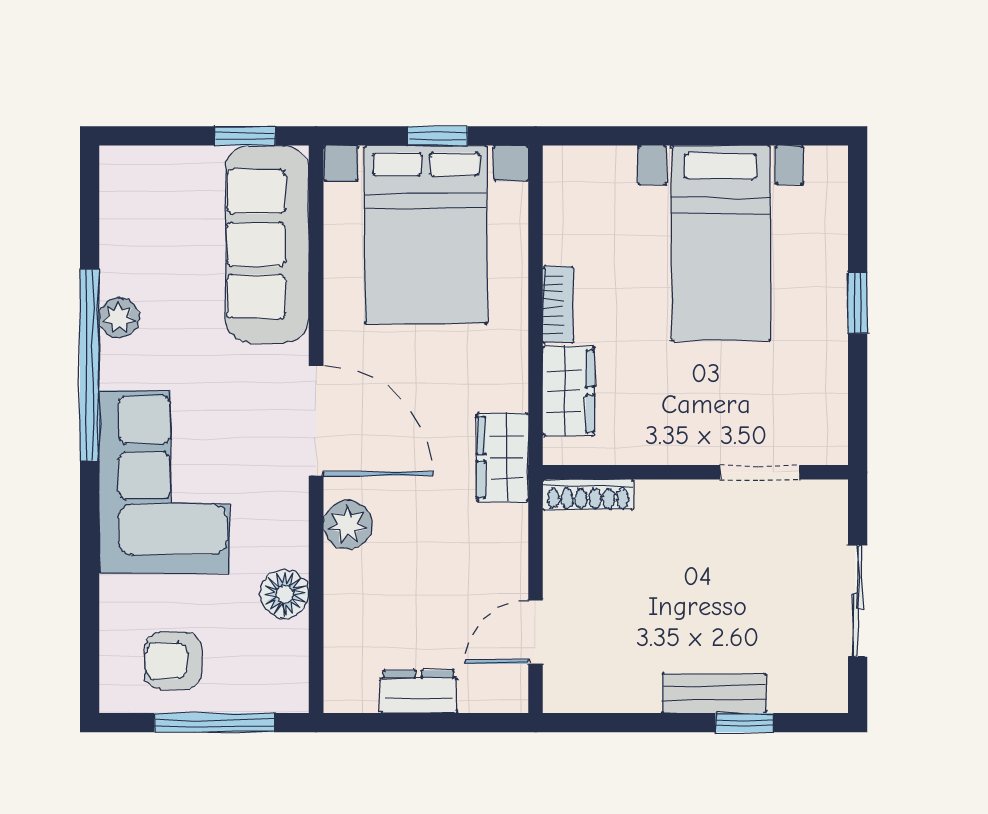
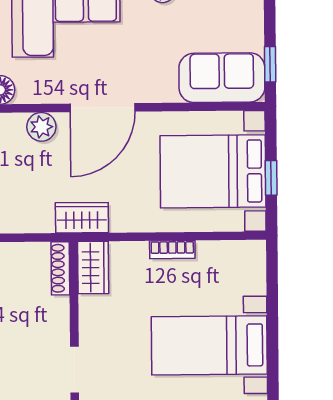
sofa: (267, 244) -> (222, 78), width x0.73
wardrobe: (569, 391) -> (93, 268), moved, turned -90

